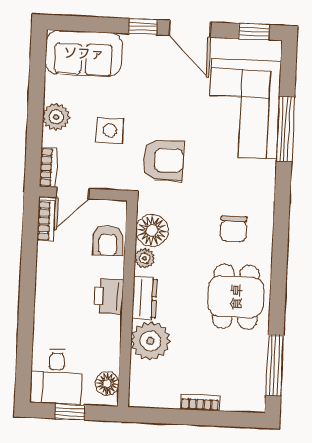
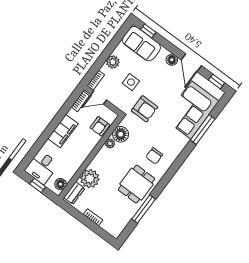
window: (143, 27) -> (148, 31), moved
floor lamp: (154, 46) -> (172, 60), added
filing cabinet: (51, 291) -> (63, 131), added
printer: (109, 296) -> (85, 149), removed
dresser: (144, 298) -> (74, 193), moved
window: (275, 365) -> (144, 209), moved

